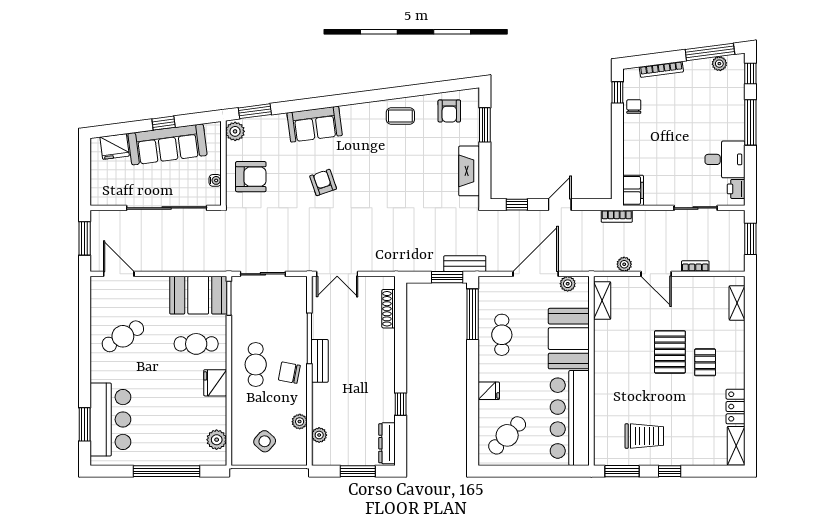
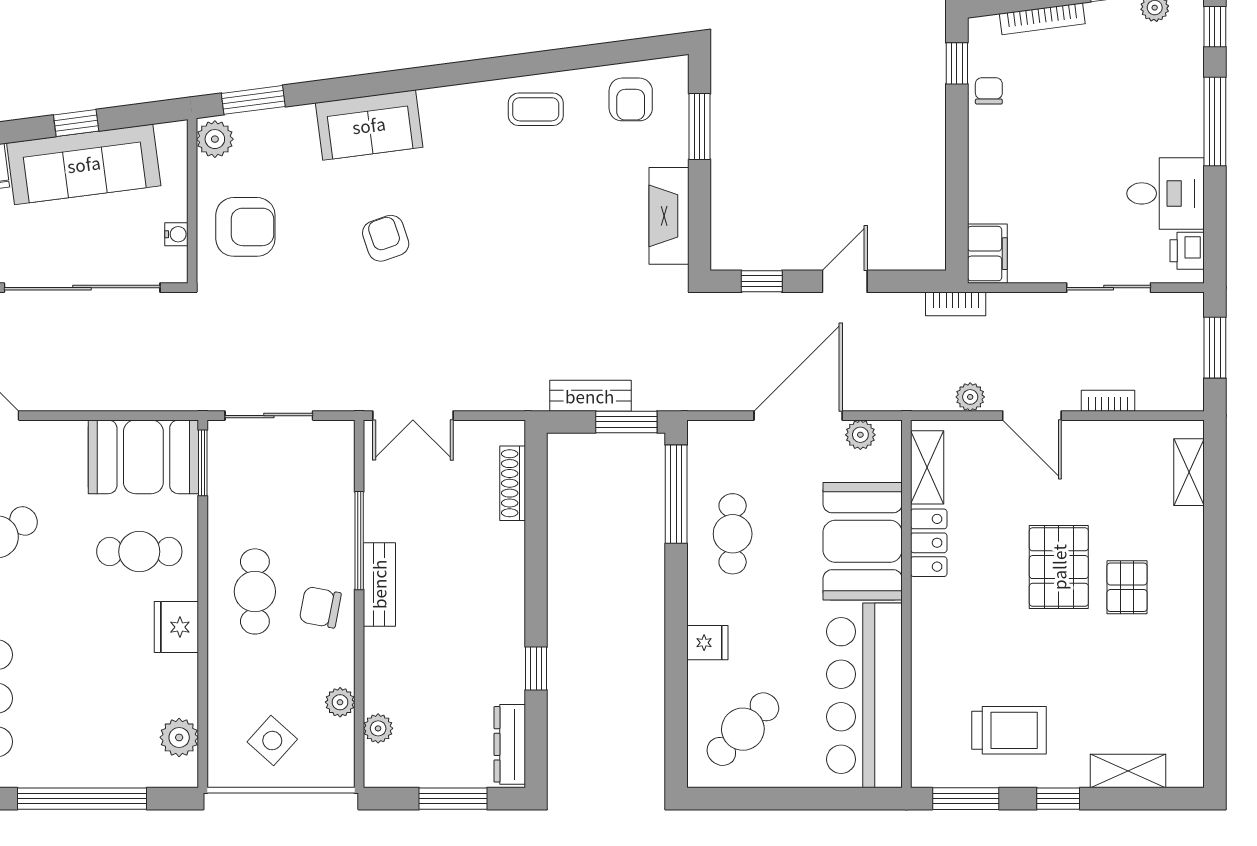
bench: (465, 264) -> (590, 396), moved
locker: (736, 407) -> (929, 543), moved, turned 180
shelving: (736, 446) -> (1128, 771), moved, turned 90

